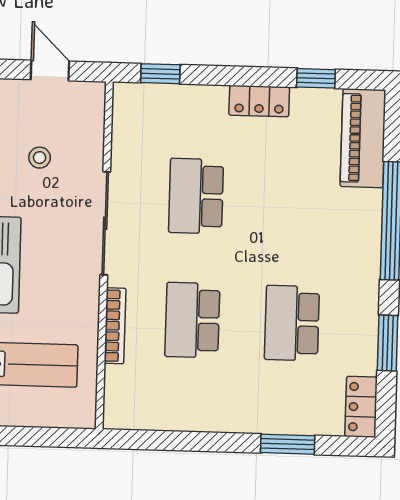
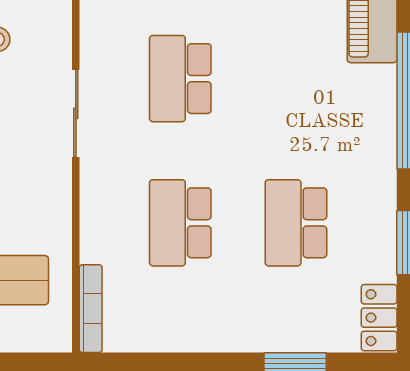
sliding door: (105, 223) -> (76, 113), width x0.73
bookcase: (115, 326) -> (91, 309), moved

